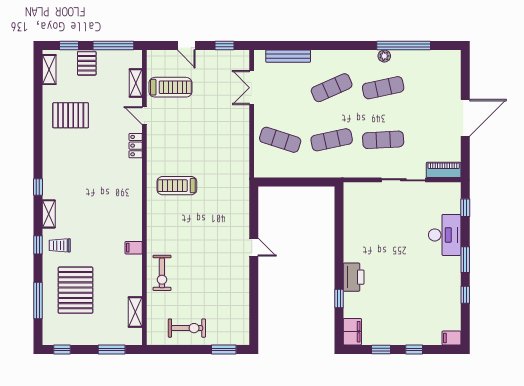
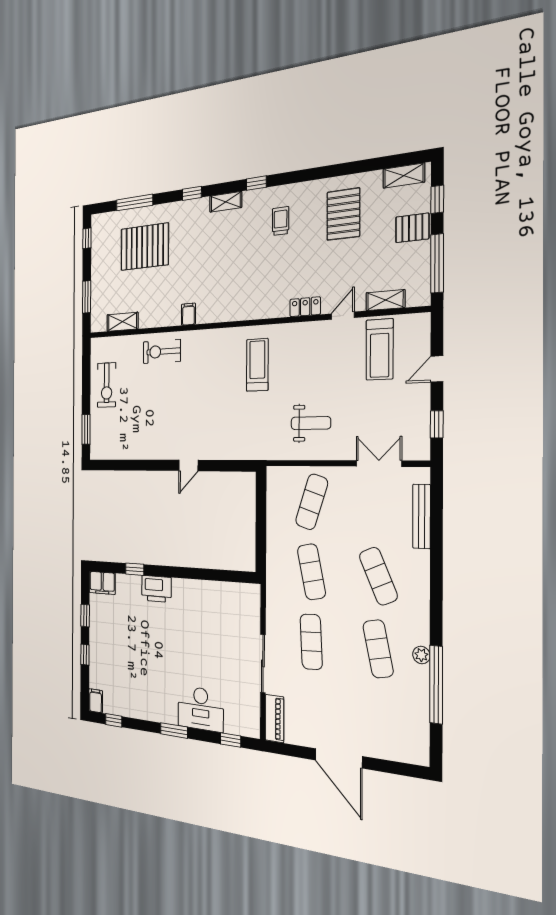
weight bench: (222, 141) -> (311, 423), added
trolley: (60, 245) -> (281, 221), moved
window: (465, 295) -> (114, 720), moved

